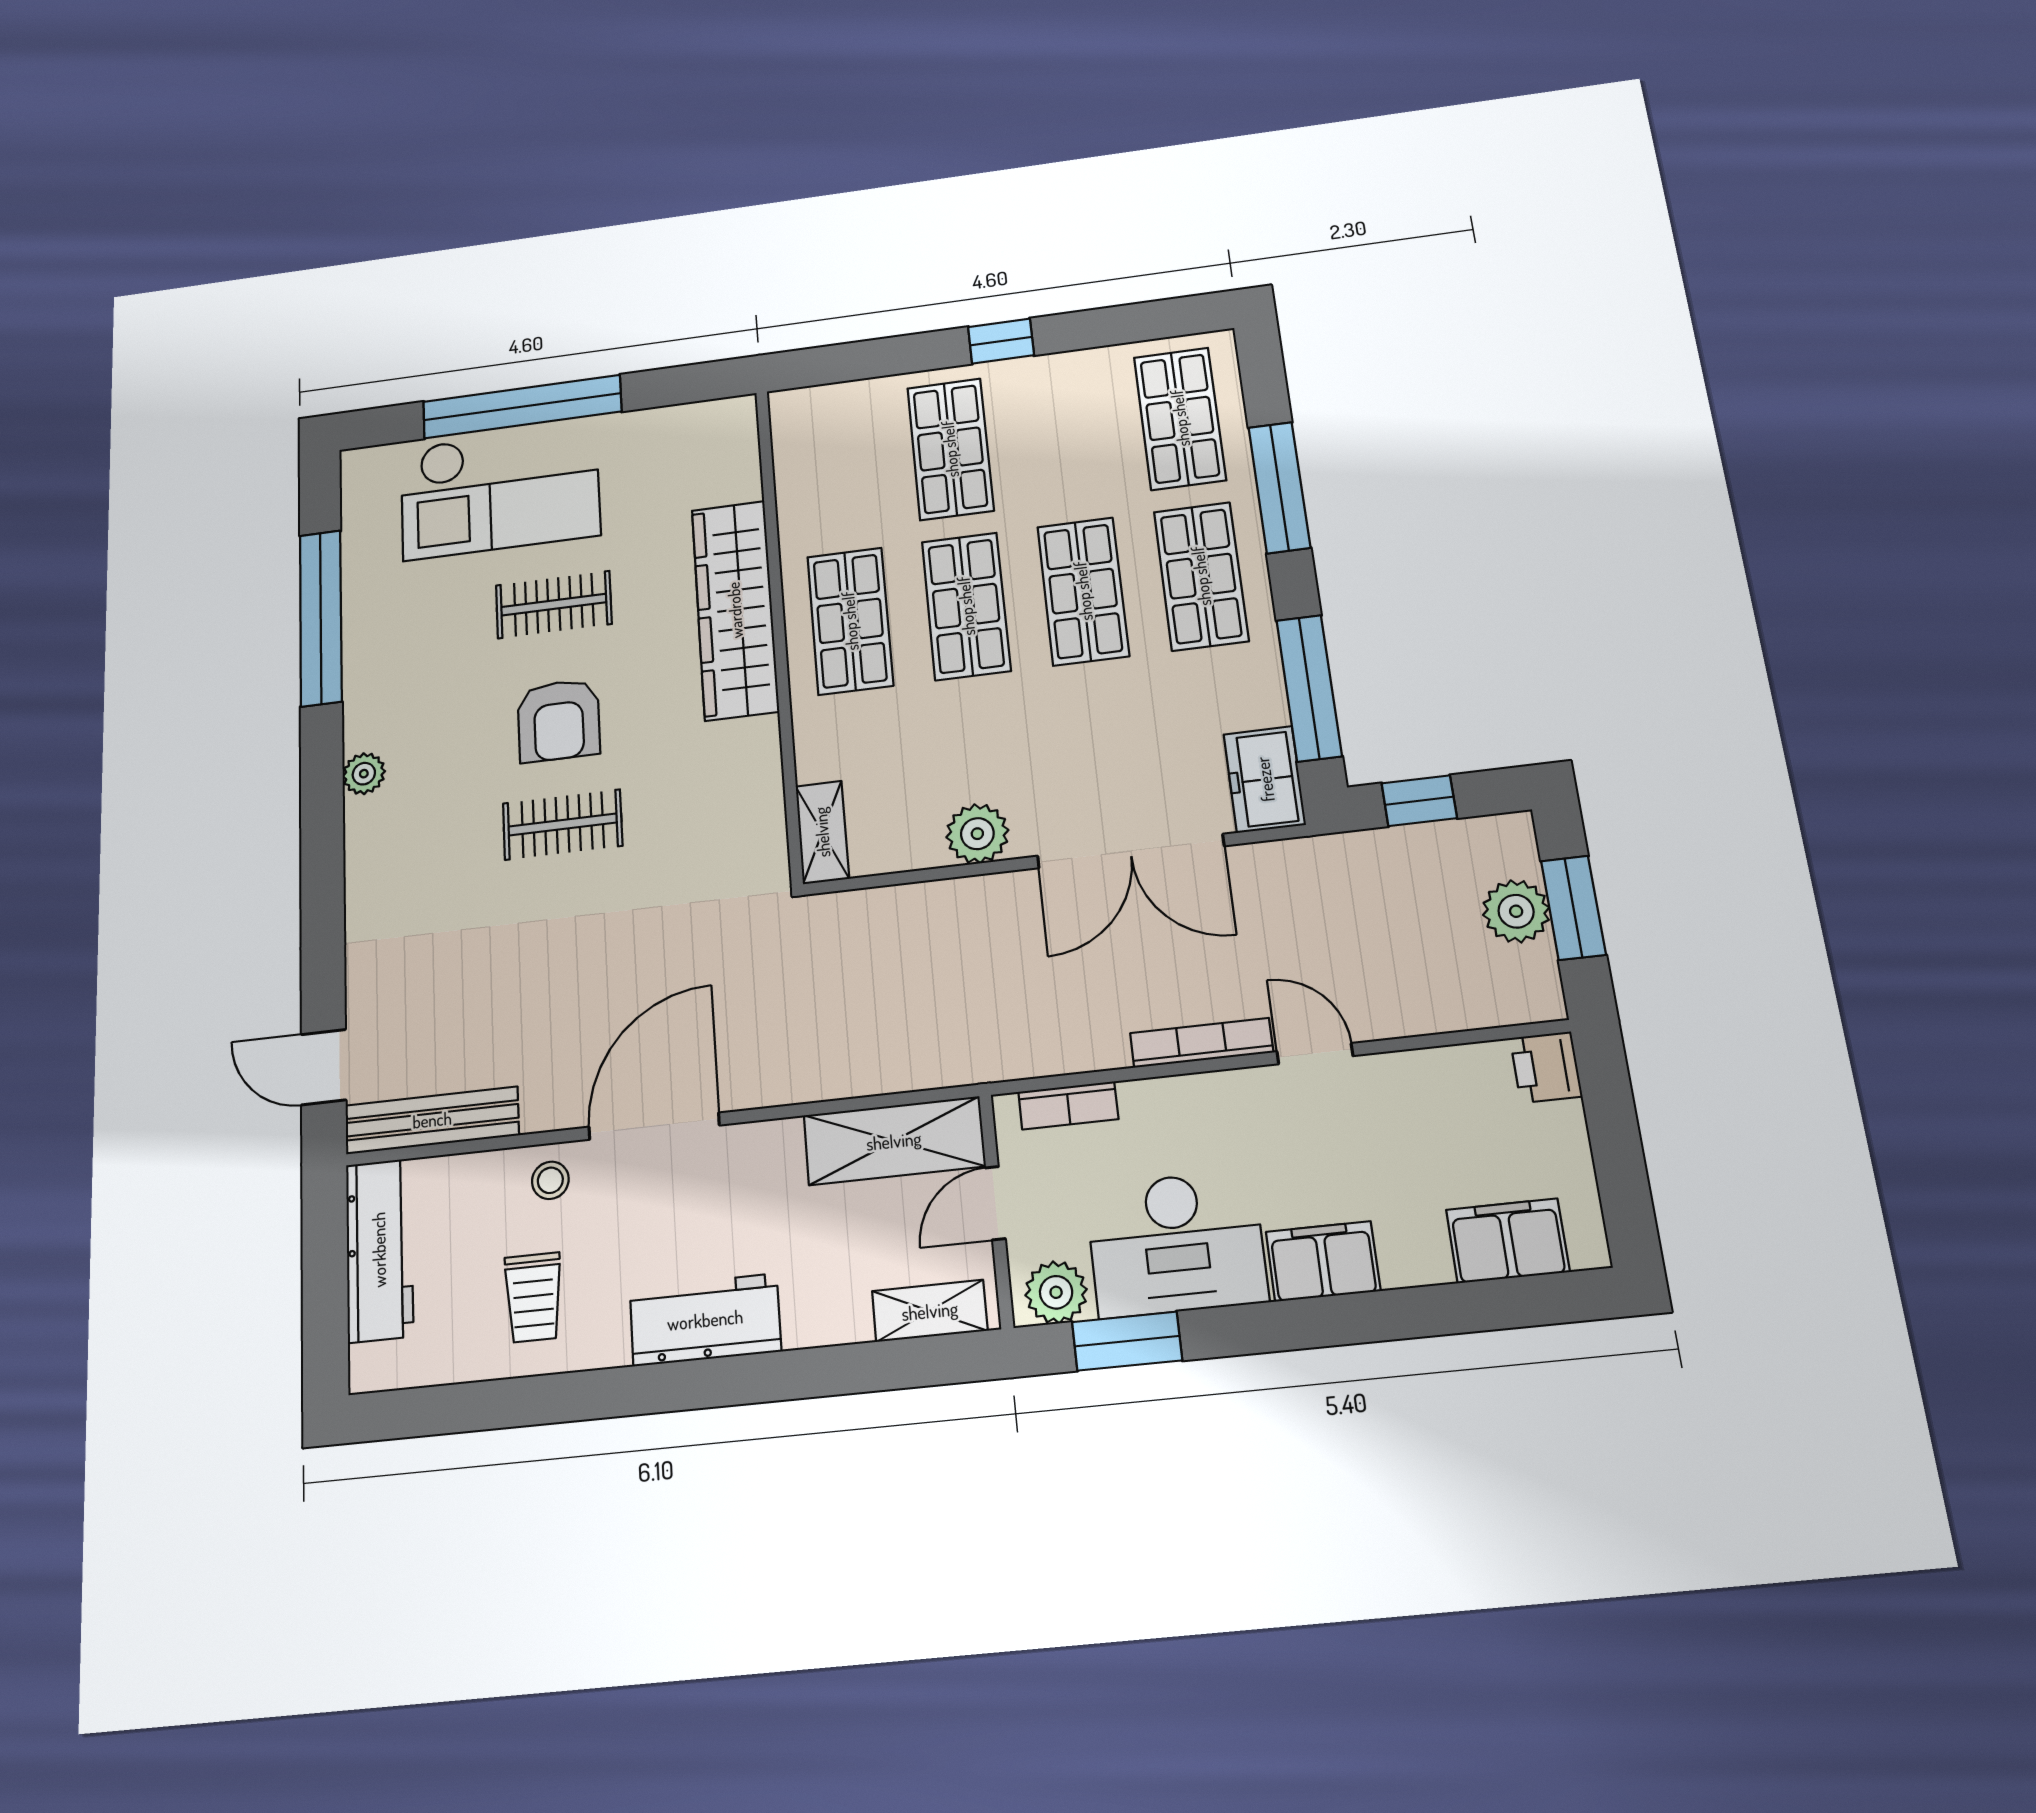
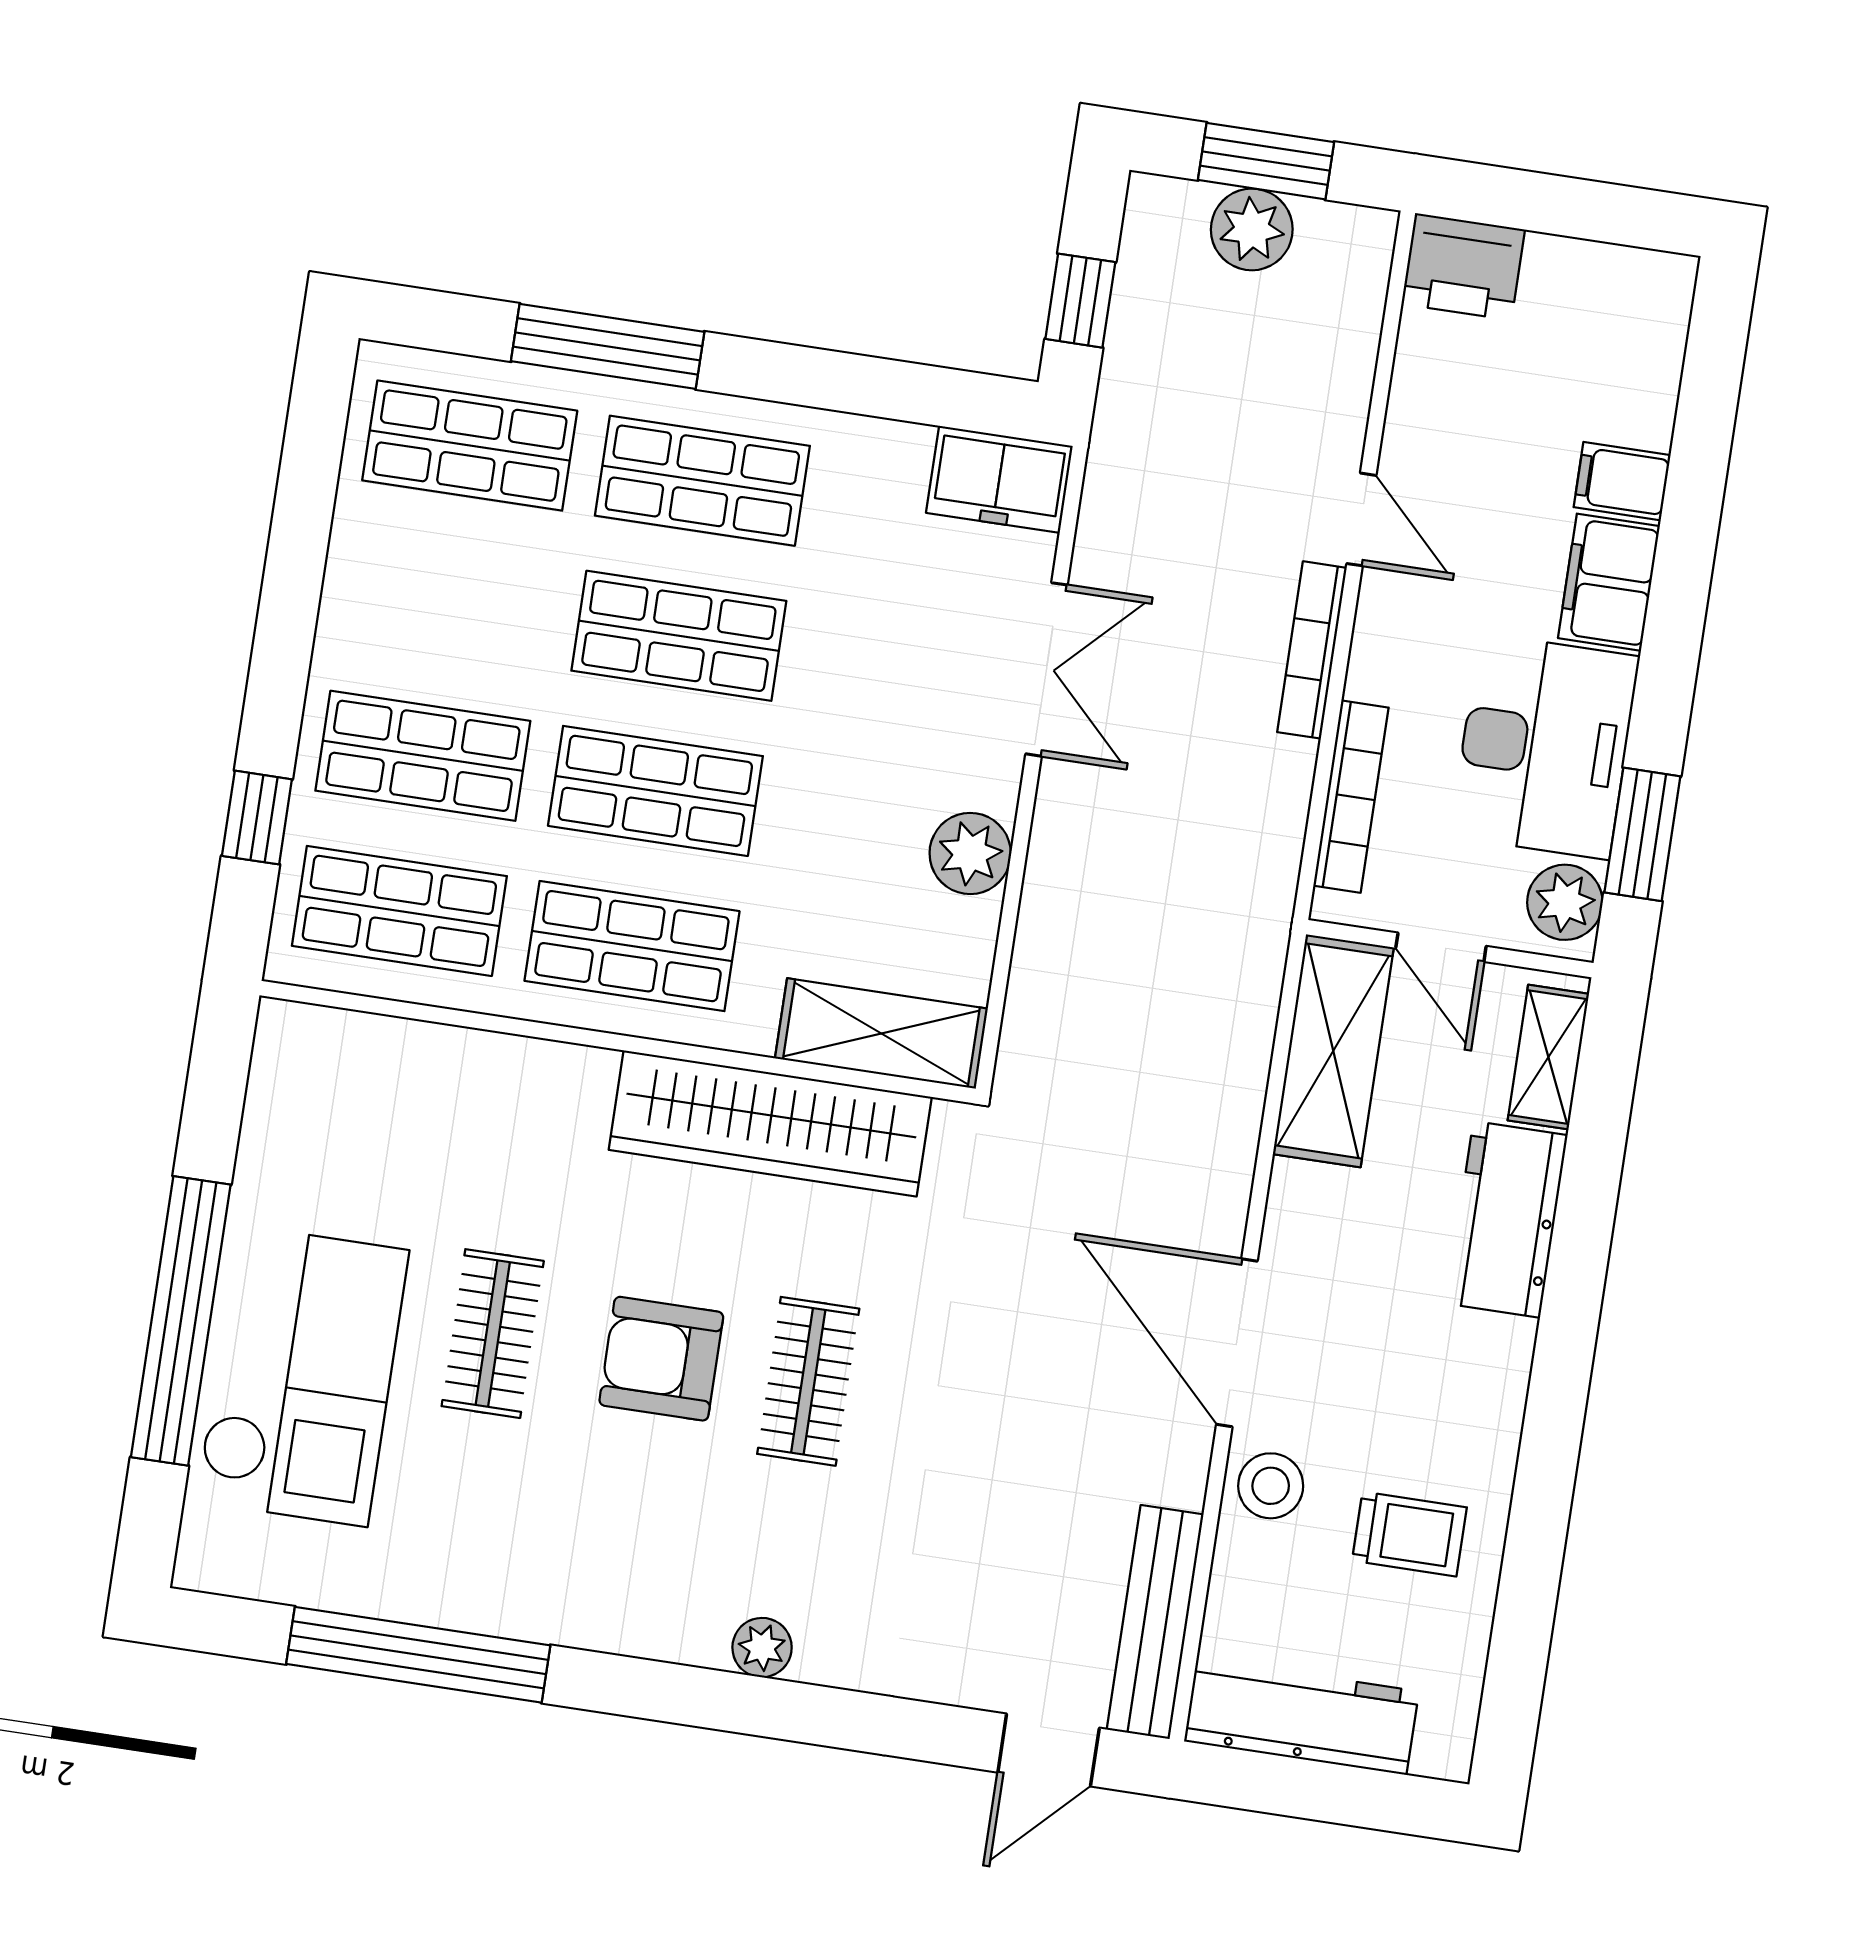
window: (1001, 341) -> (257, 818), moved
shop shelf: (837, 464) -> (399, 911), added
wardrobe: (735, 610) -> (770, 1123), moved
window: (1309, 688) -> (894, 390), removed
armchair: (559, 720) -> (661, 1359), turned 180
plant: (364, 774) -> (762, 1648), moved
shelving: (822, 832) -> (881, 1033), width x1.50, depth x1.33
double door: (1131, 851) -> (1046, 669), width x0.73
door: (1315, 1054) -> (1361, 519), swing flipped
printer: (1546, 1067) -> (1463, 267), width x1.36, depth x1.24
bookcase: (1068, 1105) -> (1351, 797), width x1.56
stool: (550, 1180) -> (1271, 1486), width x1.37, depth x1.37
filing cabinet: (1508, 1241) -> (1622, 481), moved, width x0.50
workbench: (705, 1320) -> (1507, 1219), moved

